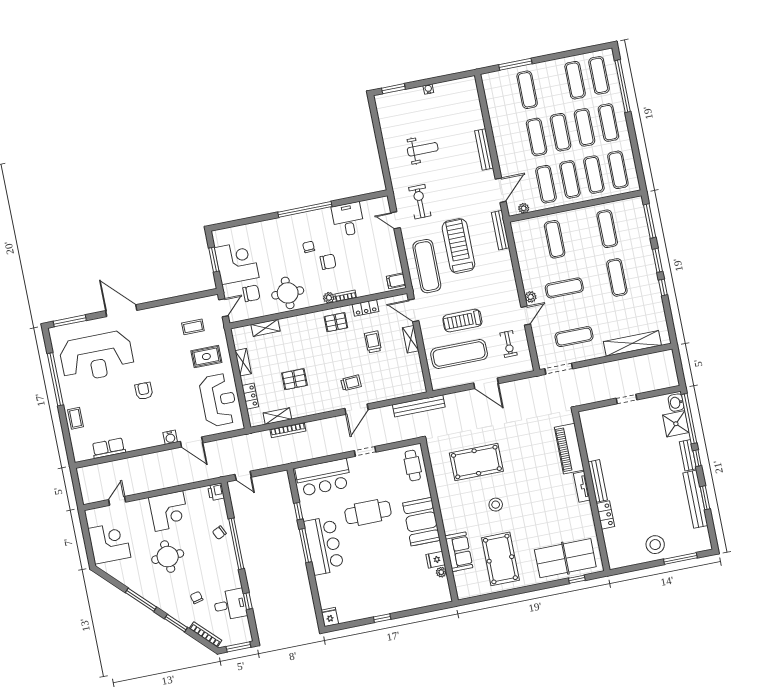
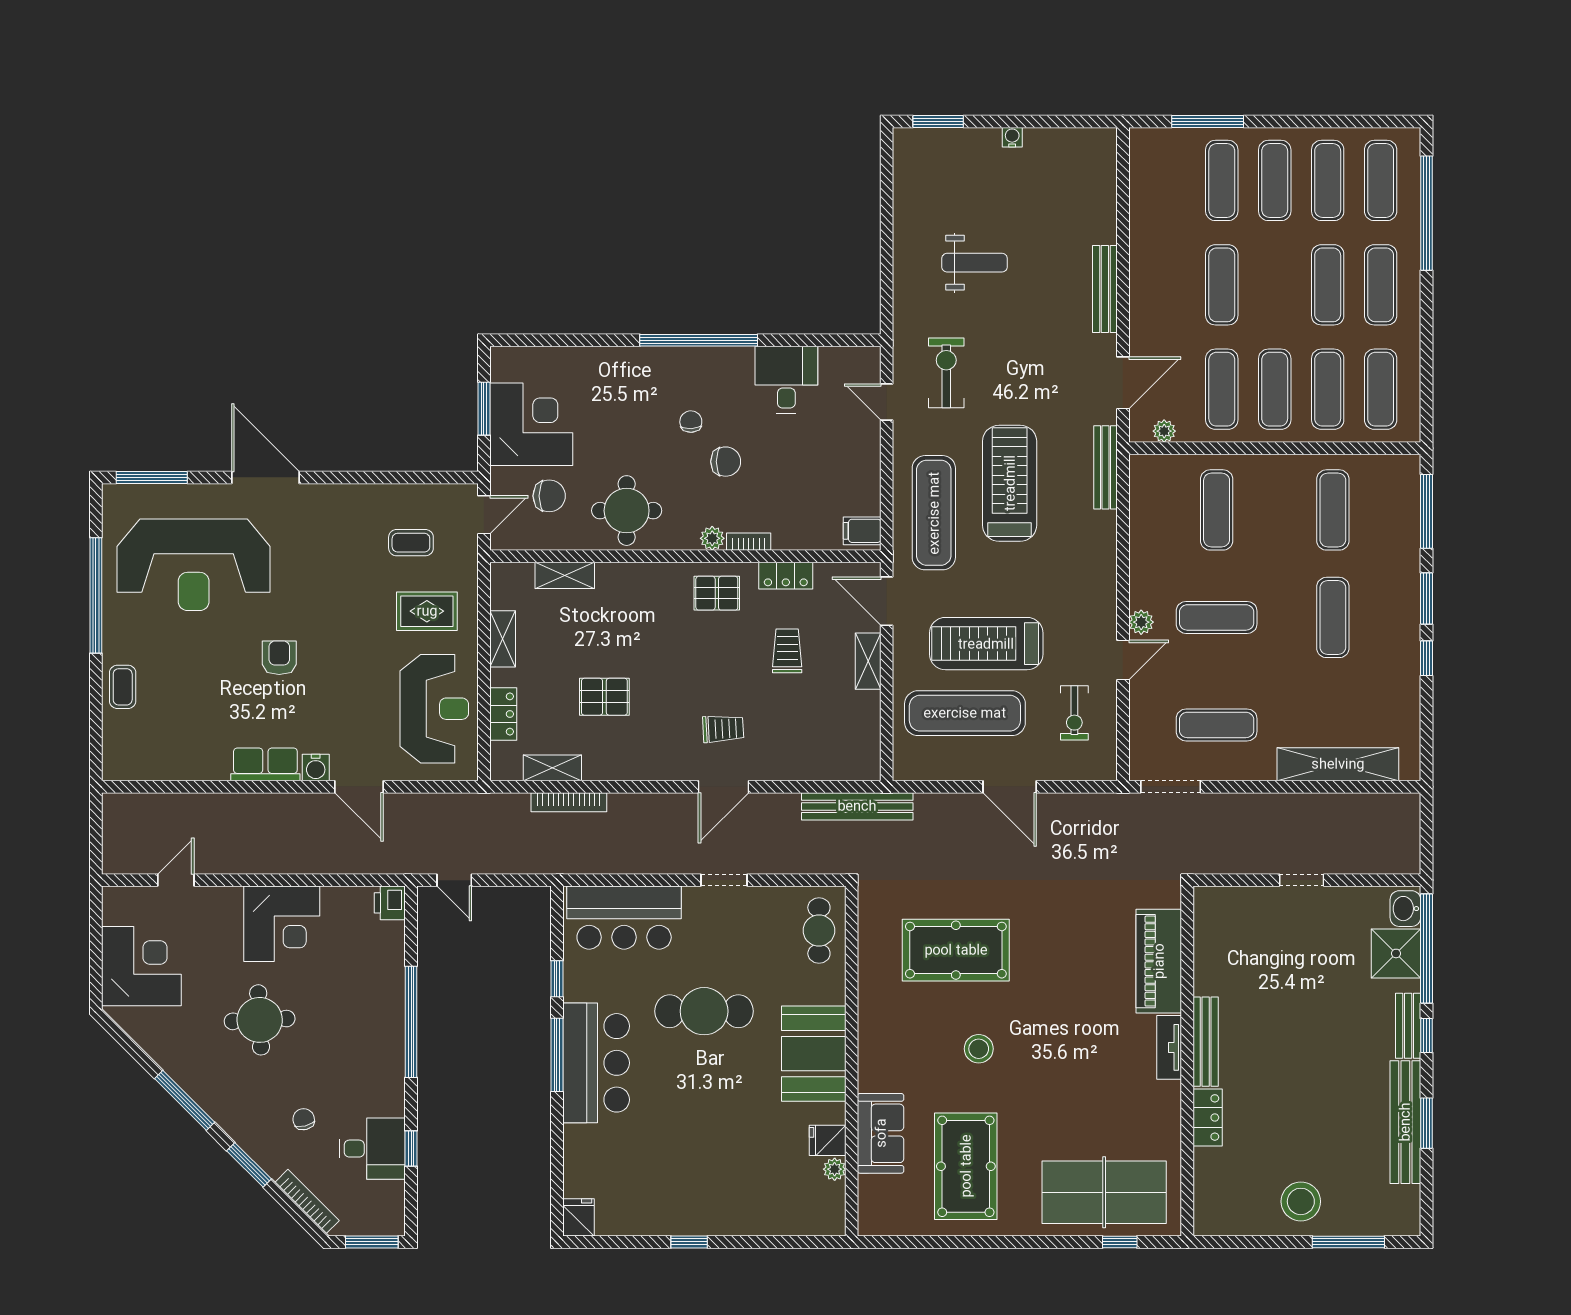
exercise mat: (561, 132) -> (1275, 180), moved
treadmill: (462, 321) -> (986, 644), width x1.37, depth x1.38
row of seats: (109, 448) -> (265, 764), moved
chair: (219, 533) -> (380, 991), removed

